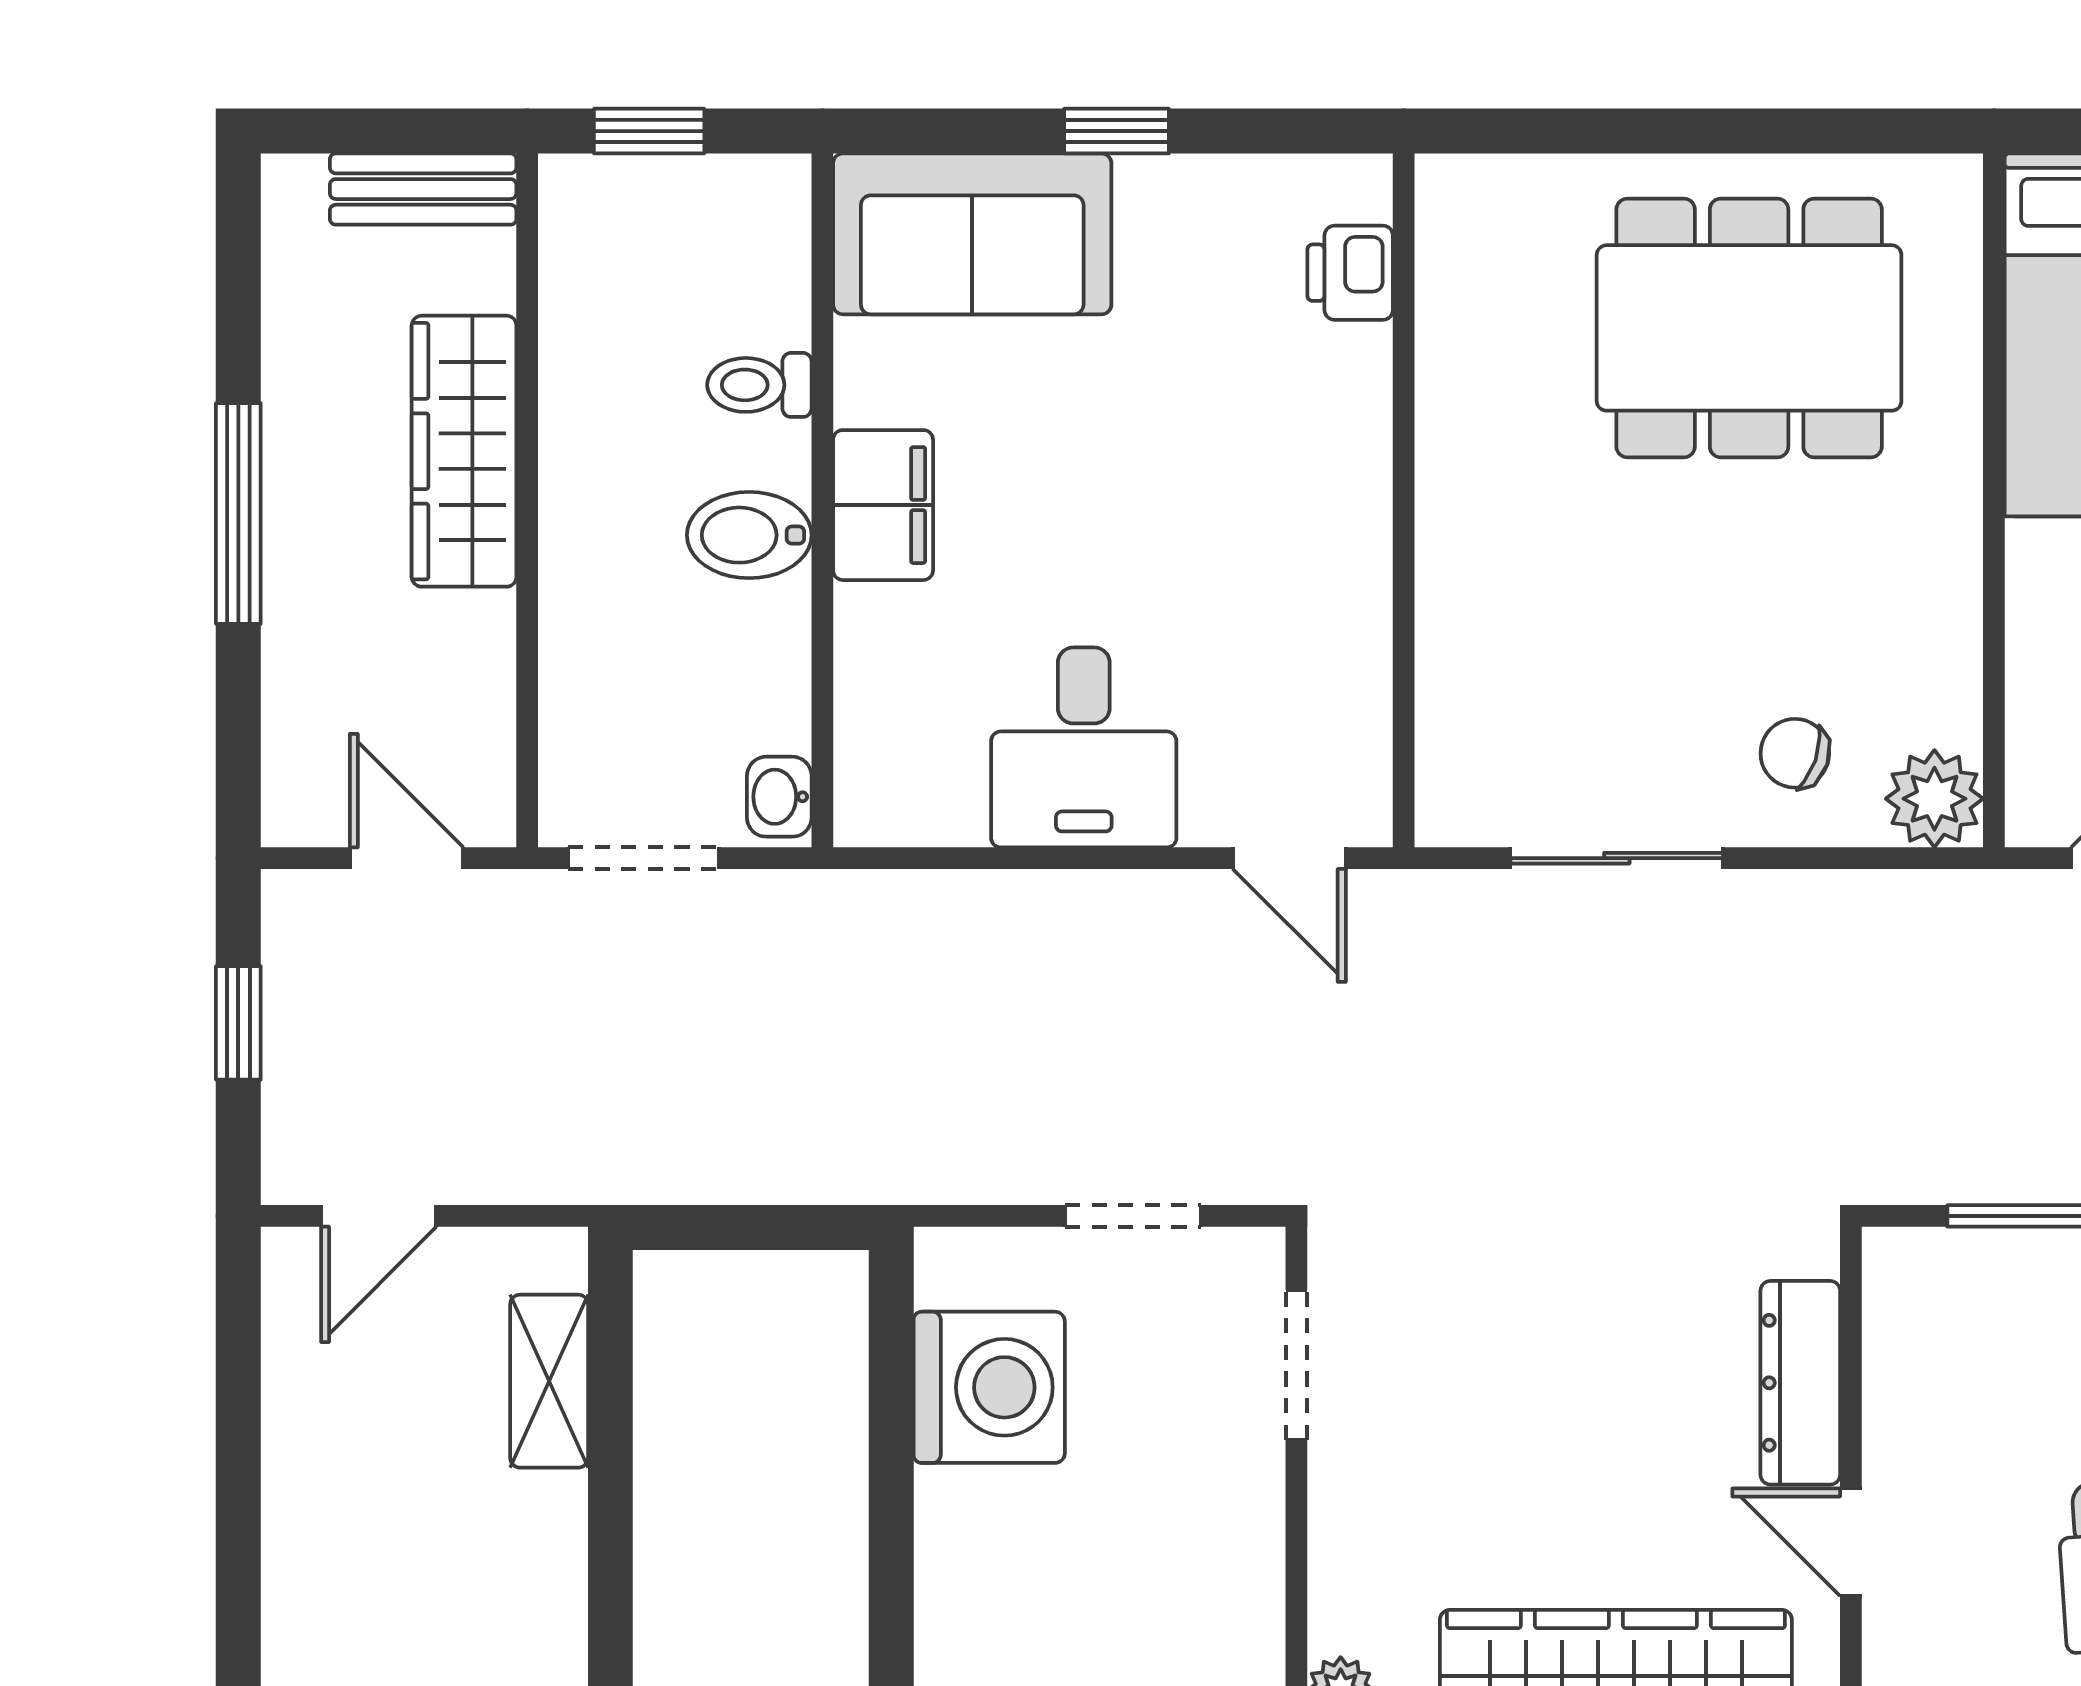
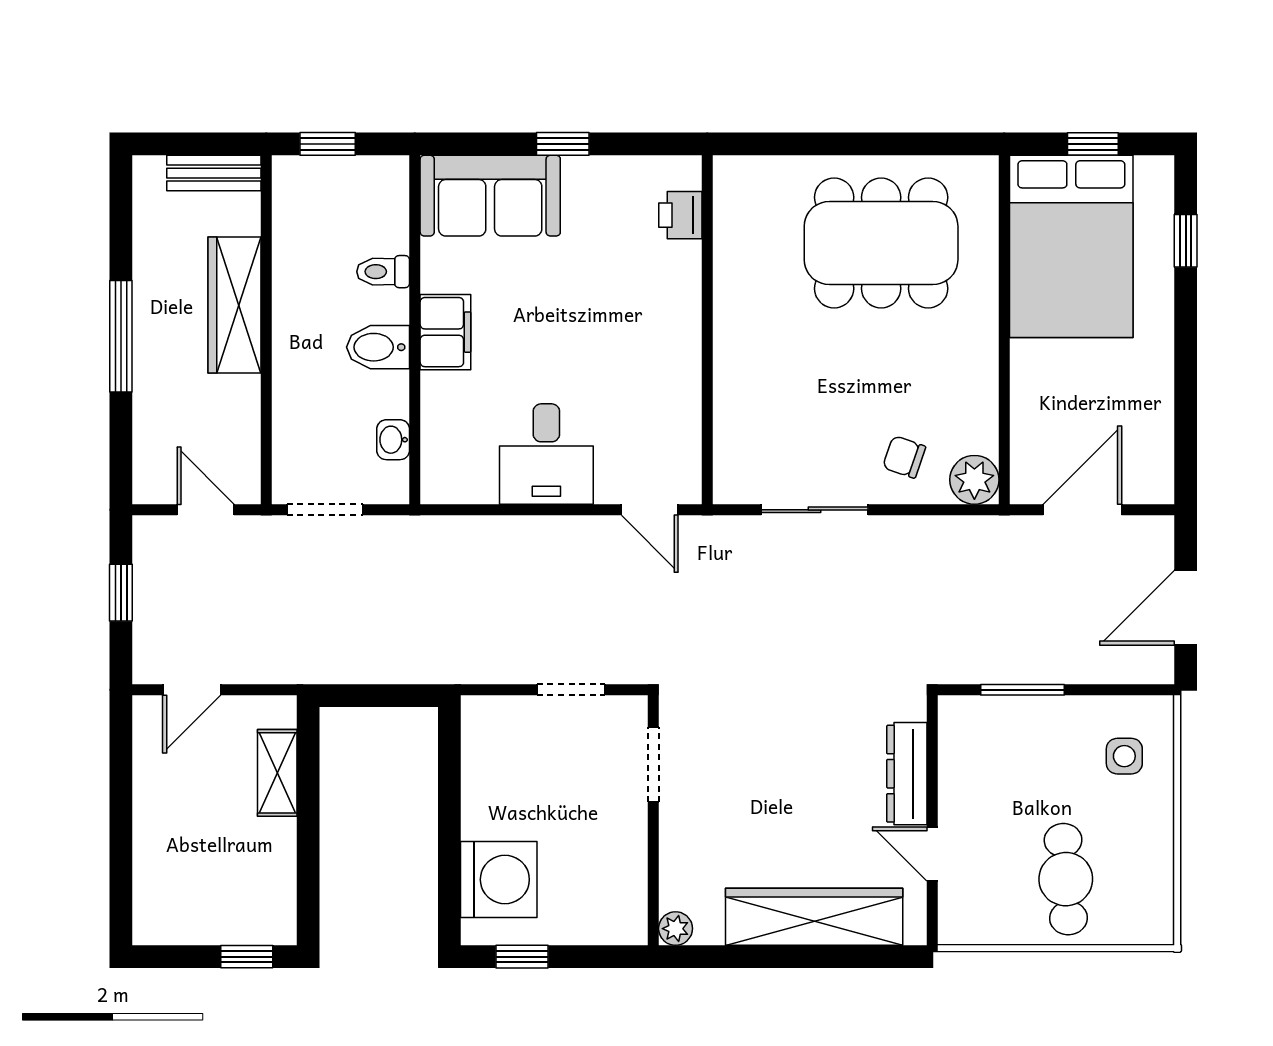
washbasin: (779, 797) -> (393, 440), moved
washing machine: (989, 1387) -> (499, 880), moved

